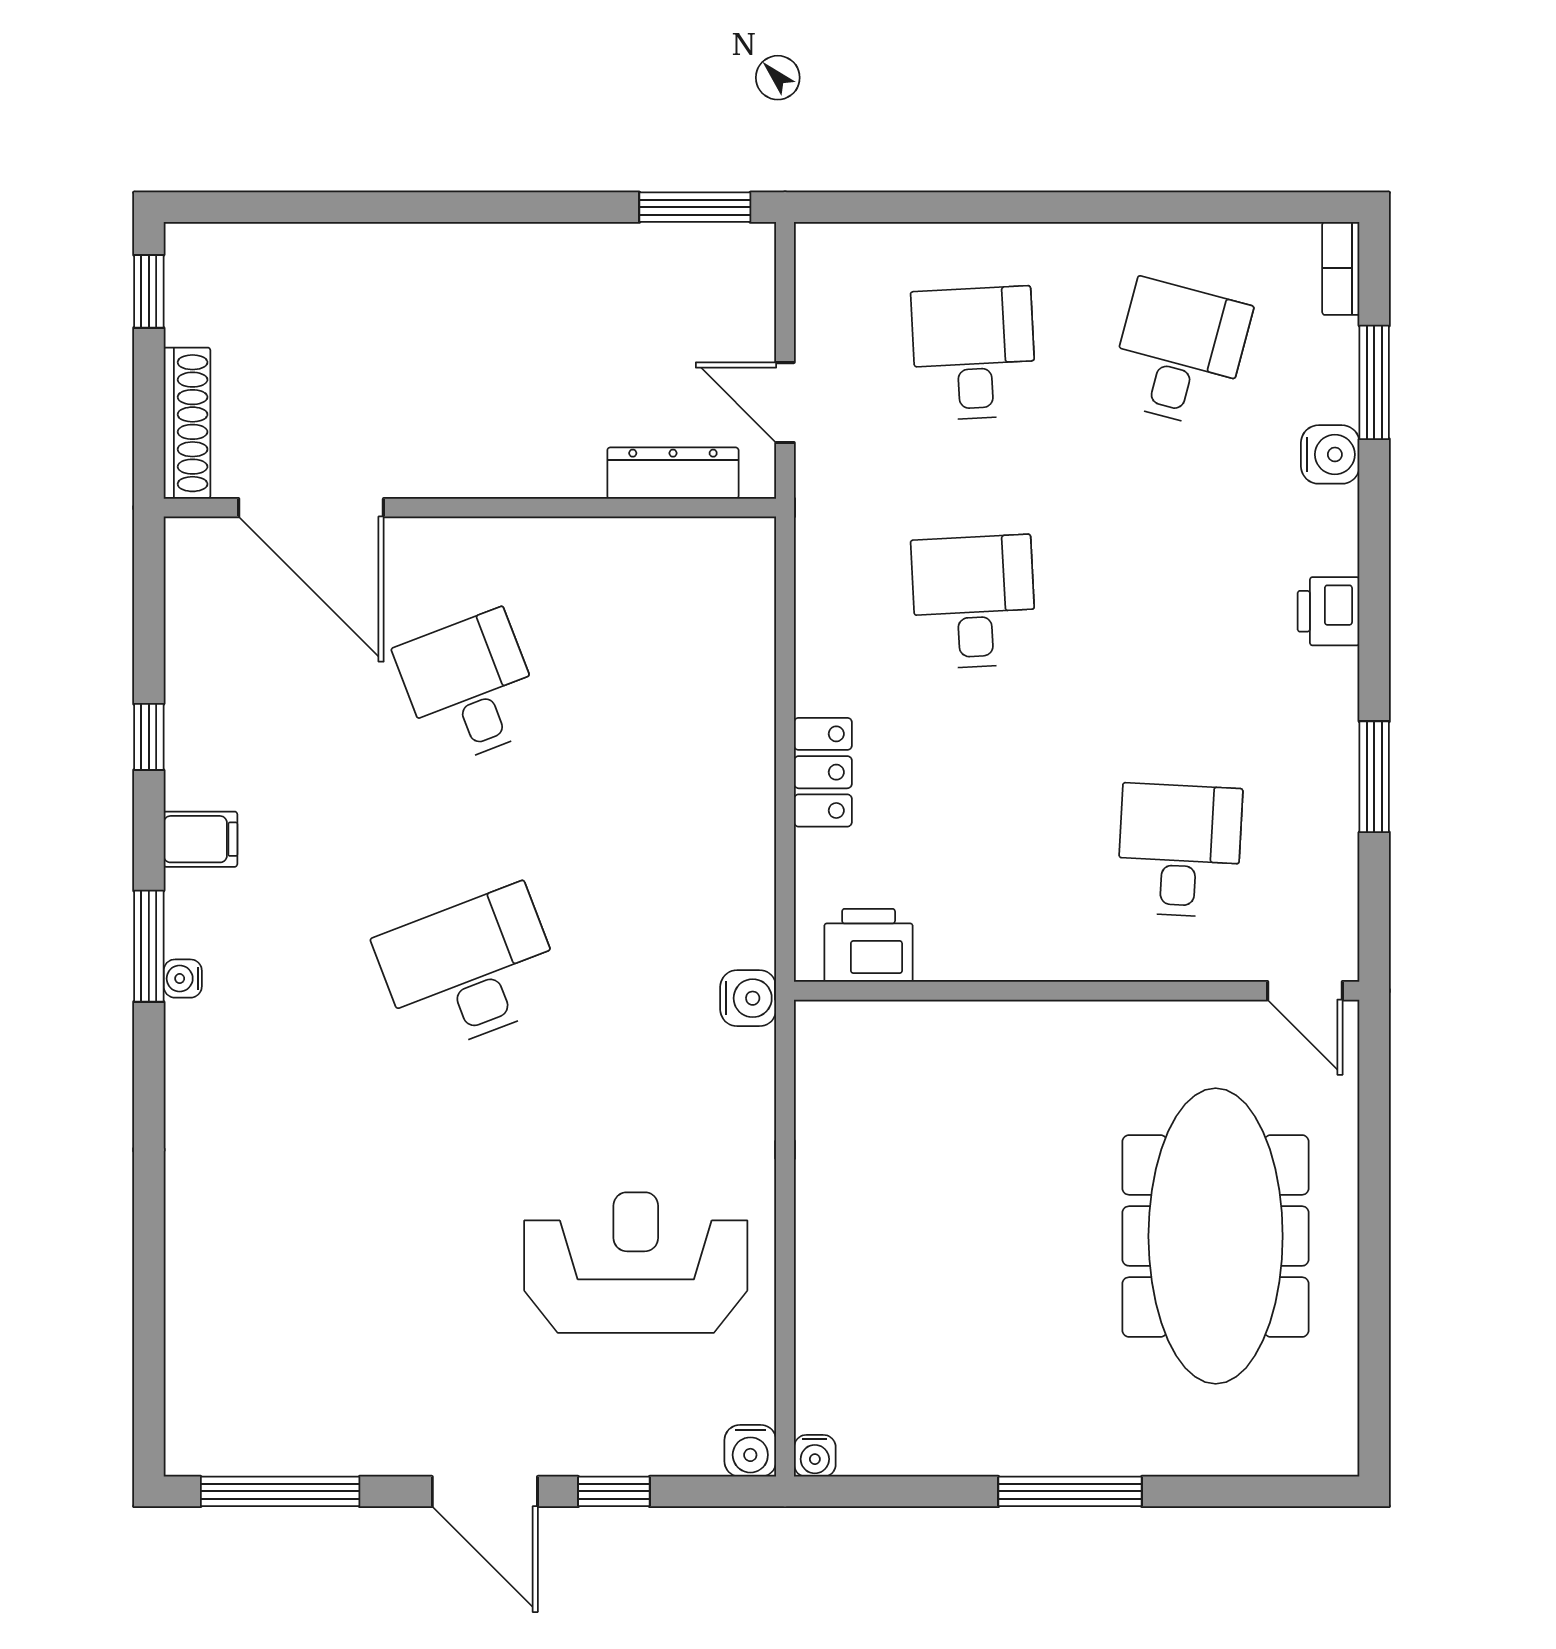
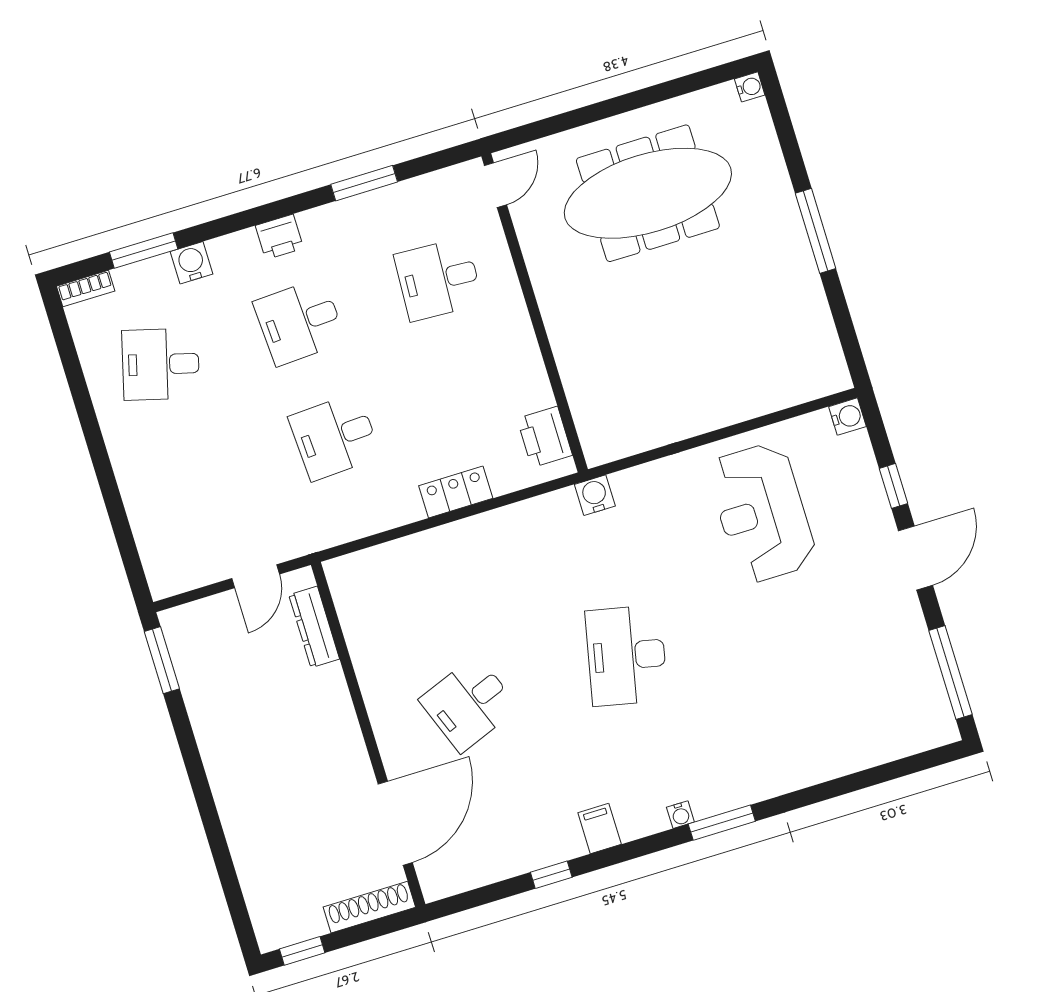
desk: (974, 353) -> (300, 322), moved
window: (149, 946) -> (722, 823), moved
desk: (470, 970) -> (626, 656), turned 33
water cooler: (815, 1456) -> (750, 87), moved

